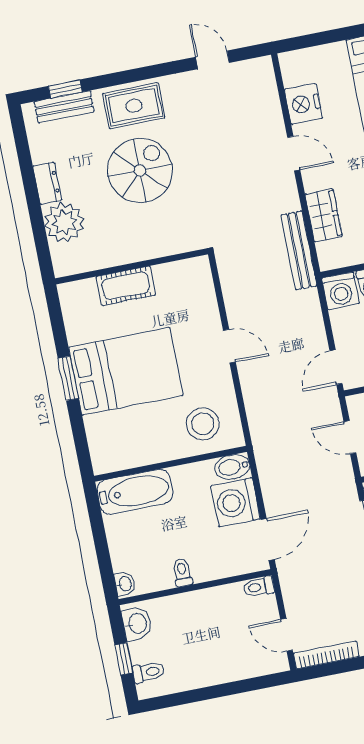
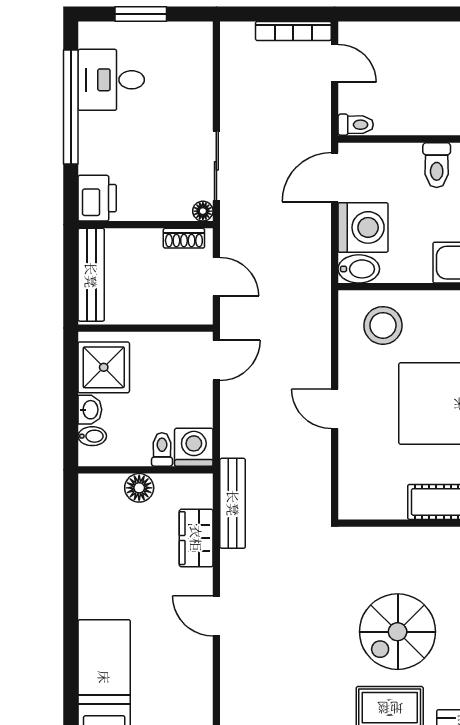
nightstand: (303, 104) -> (194, 671), removed
toilet: (182, 572) -> (437, 165), width x1.37, depth x1.39

